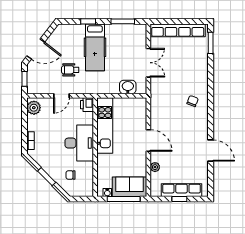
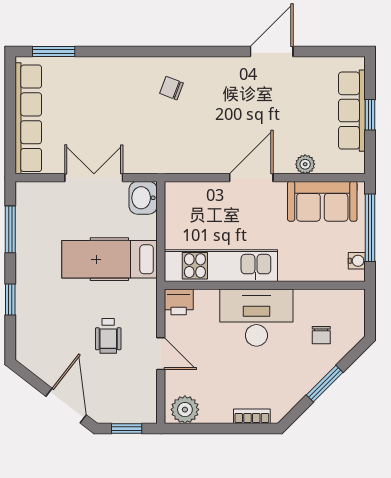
hospital bed: (95, 47) -> (109, 259), moved, turned 180
washbasin: (128, 87) -> (143, 198), moved
sofa: (129, 187) -> (322, 201), moved, turned -90

